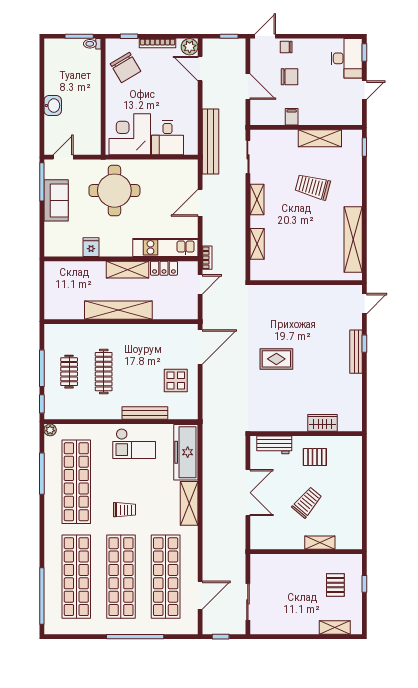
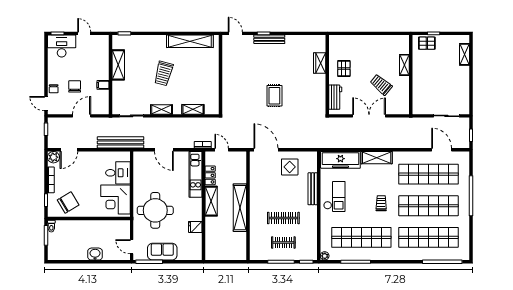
trolley: (313, 187) -> (164, 73), moved
trolley: (307, 502) -> (381, 85), moved
pallet: (335, 585) -> (427, 43), moved

